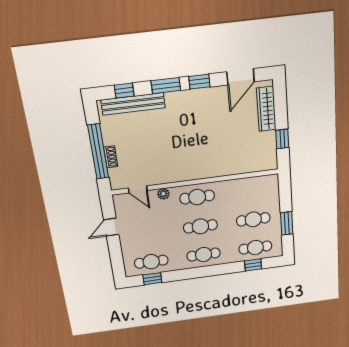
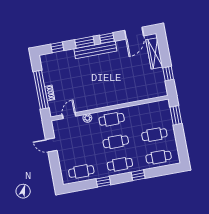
bench: (133, 104) -> (95, 50), moved
door: (138, 189) -> (69, 116), swing flipped
window: (287, 223) -> (176, 115), moved
door: (111, 227) -> (51, 145), hinge flipped
window: (253, 265) -> (138, 175), moved
window: (152, 279) -> (103, 182), moved

